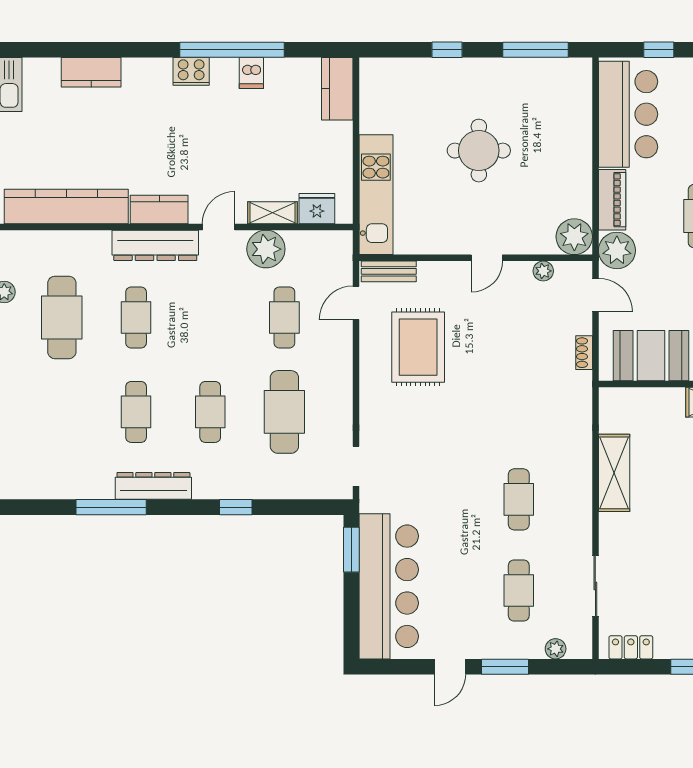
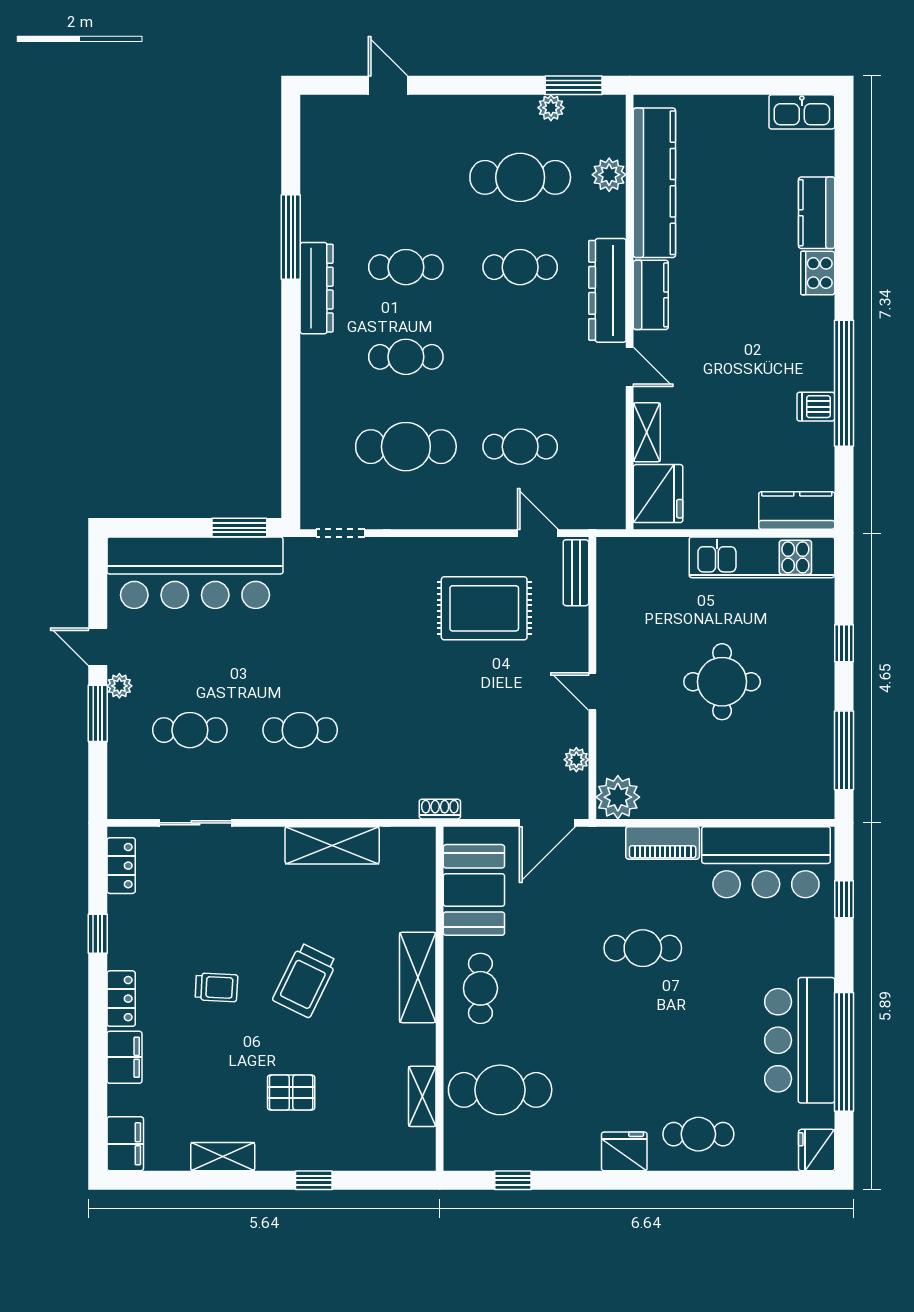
cooker: (191, 71) -> (818, 273), moved
kitchen unit: (376, 195) -> (762, 557), moved
fridge: (317, 209) -> (658, 494), width x1.36, depth x1.34
plant: (266, 249) -> (609, 175), moved, width x0.73, depth x0.73
plant: (617, 250) -> (601, 849), removed
door: (595, 295) -> (547, 823), width x1.38
shoe rack: (584, 353) -> (440, 809), moved
window: (236, 507) -> (291, 388), removed
plant: (556, 649) -> (119, 686), moved

